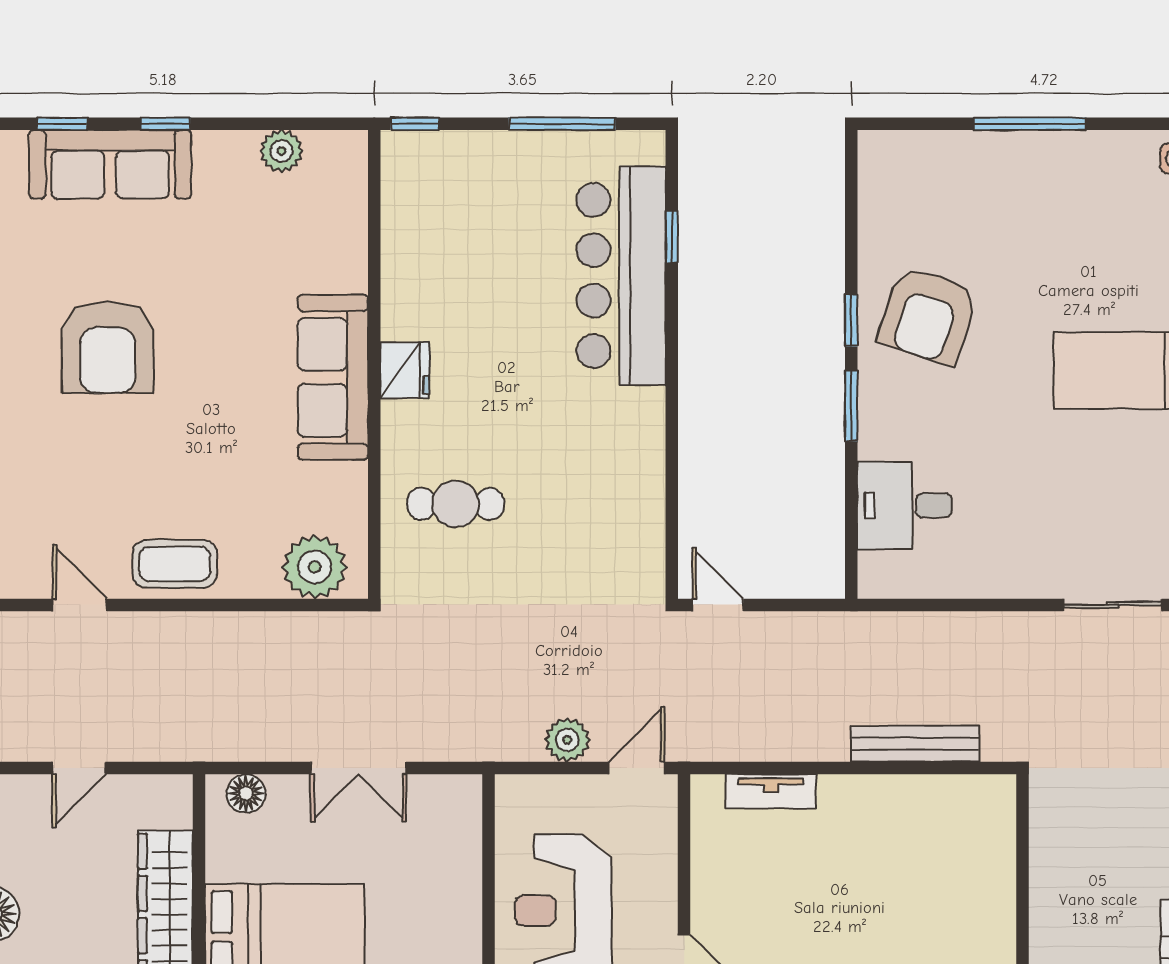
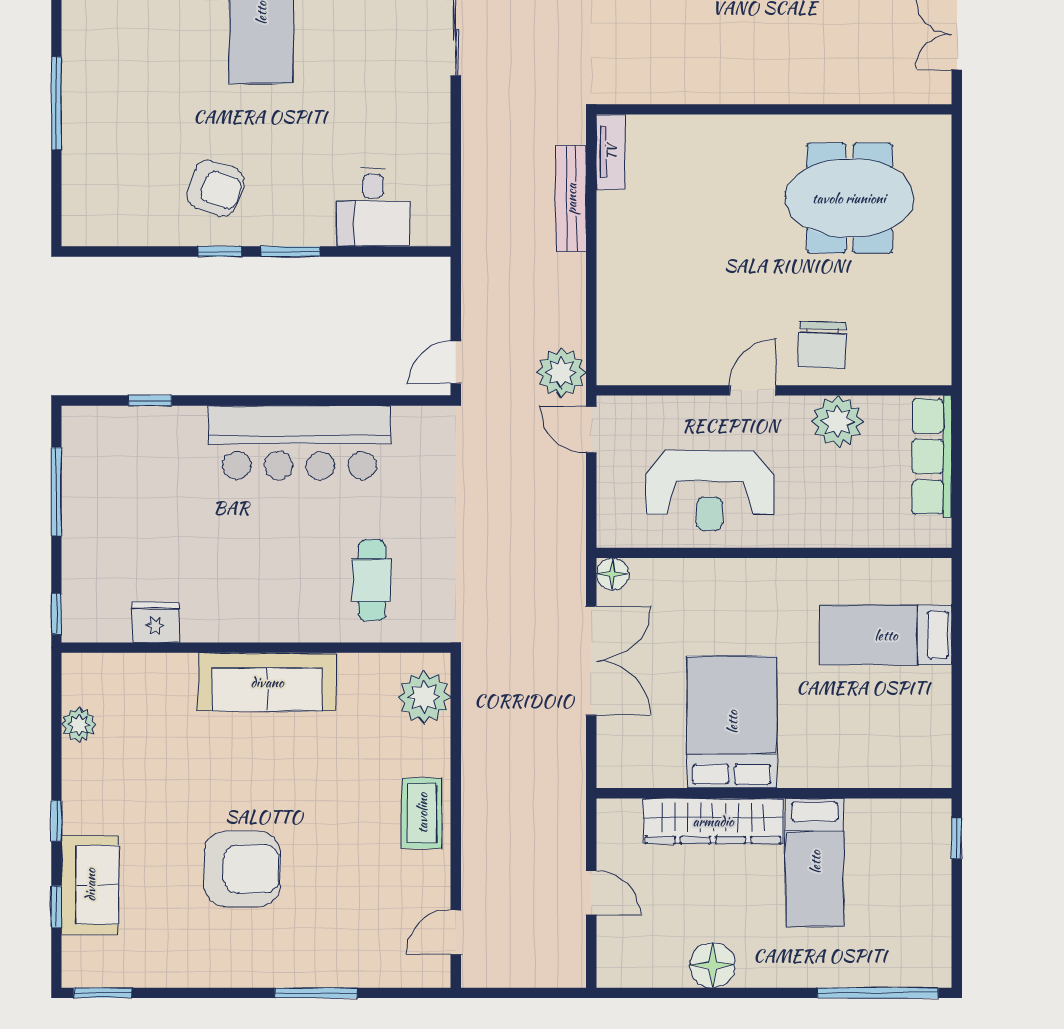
sofa: (110, 164) -> (90, 885), width x0.73
bar counter: (621, 275) -> (299, 443), moved
armchair: (928, 315) -> (215, 188), width x0.73, depth x0.73
fridge: (405, 370) -> (155, 622), moved
door: (80, 605) -> (456, 932), moved
plant: (567, 740) -> (561, 373), moved, width x1.36, depth x1.36
double door: (358, 768) -> (591, 661), width x1.37
tv unit: (771, 791) -> (611, 152), moved
floor lamp: (246, 794) -> (612, 574), moved

